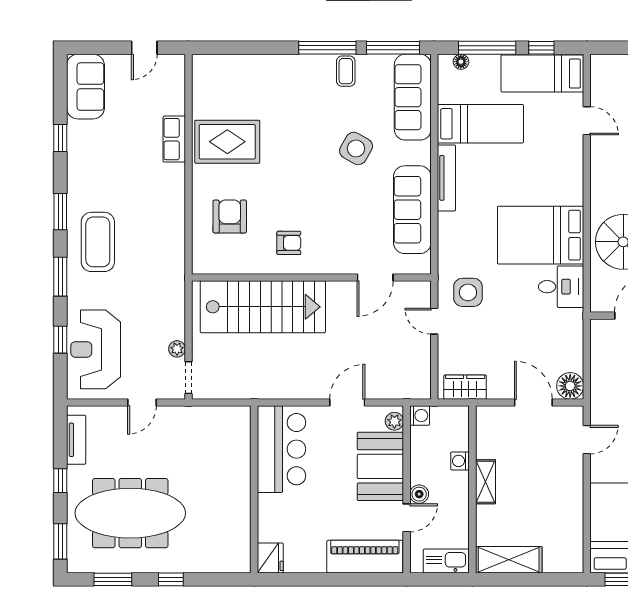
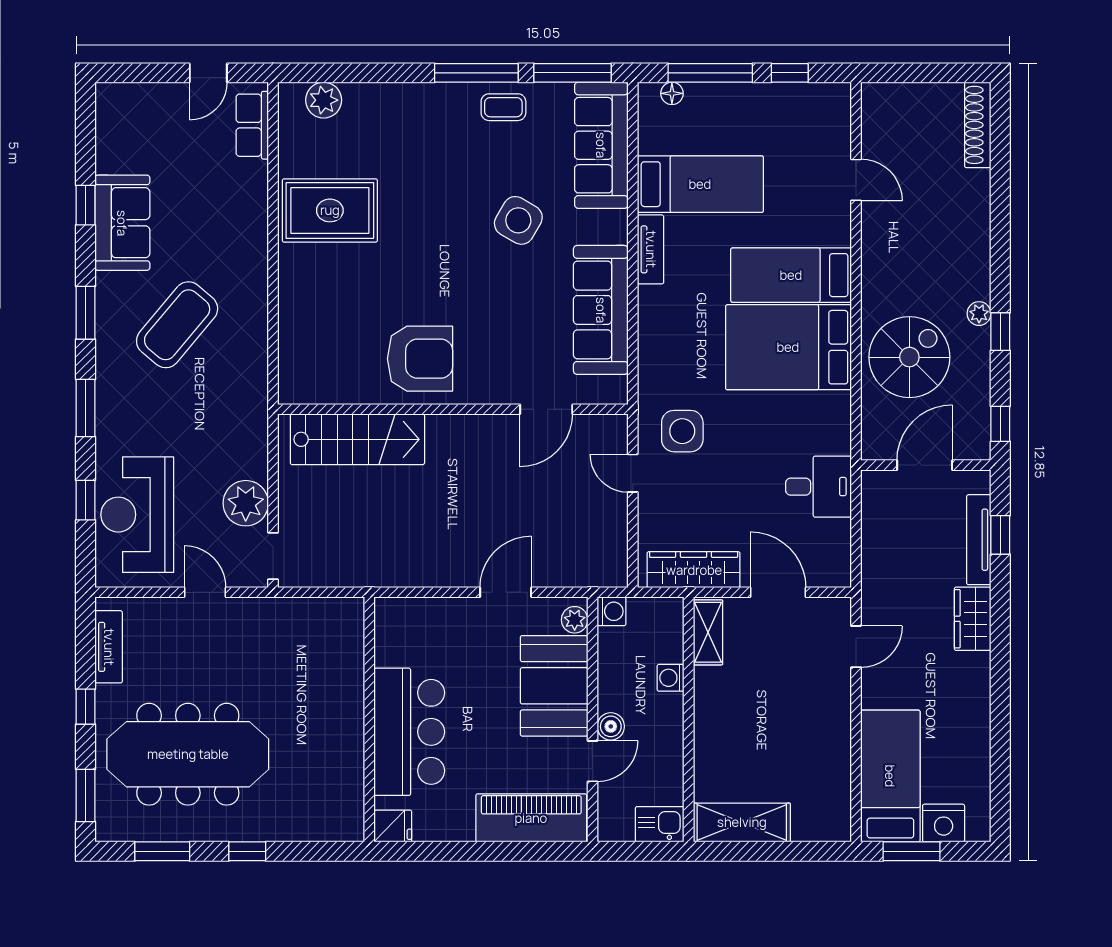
plant: (223, 66) -> (324, 100), added
coffee table: (346, 71) -> (503, 107), turned 90
bed: (542, 73) -> (791, 275), moved
sofa: (85, 87) -> (122, 223), moved
row of seats: (174, 139) -> (252, 125), moved
tv unit: (446, 178) -> (651, 249), width x0.71
armchair: (230, 216) -> (333, 320), removed
coffee table: (98, 242) -> (177, 325), moved, turned 40
armchair: (289, 243) -> (420, 359), width x1.88, depth x1.88
desk: (561, 287) -> (819, 487), moved
stairs: (263, 307) -> (357, 439), width x0.73, depth x0.66
plant: (177, 349) -> (246, 503), width x1.87, depth x1.87
floor lamp: (570, 386) -> (832, 568), removed
wardrobe: (465, 387) -> (694, 570), width x1.50
door: (142, 402) -> (205, 592), swing flipped
bar counter: (281, 449) -> (409, 732), moved
shelving: (485, 482) -> (708, 632), moved
fridge: (270, 558) -> (393, 826), width x0.72
kitchen sink: (446, 561) -> (660, 824), width x0.73

